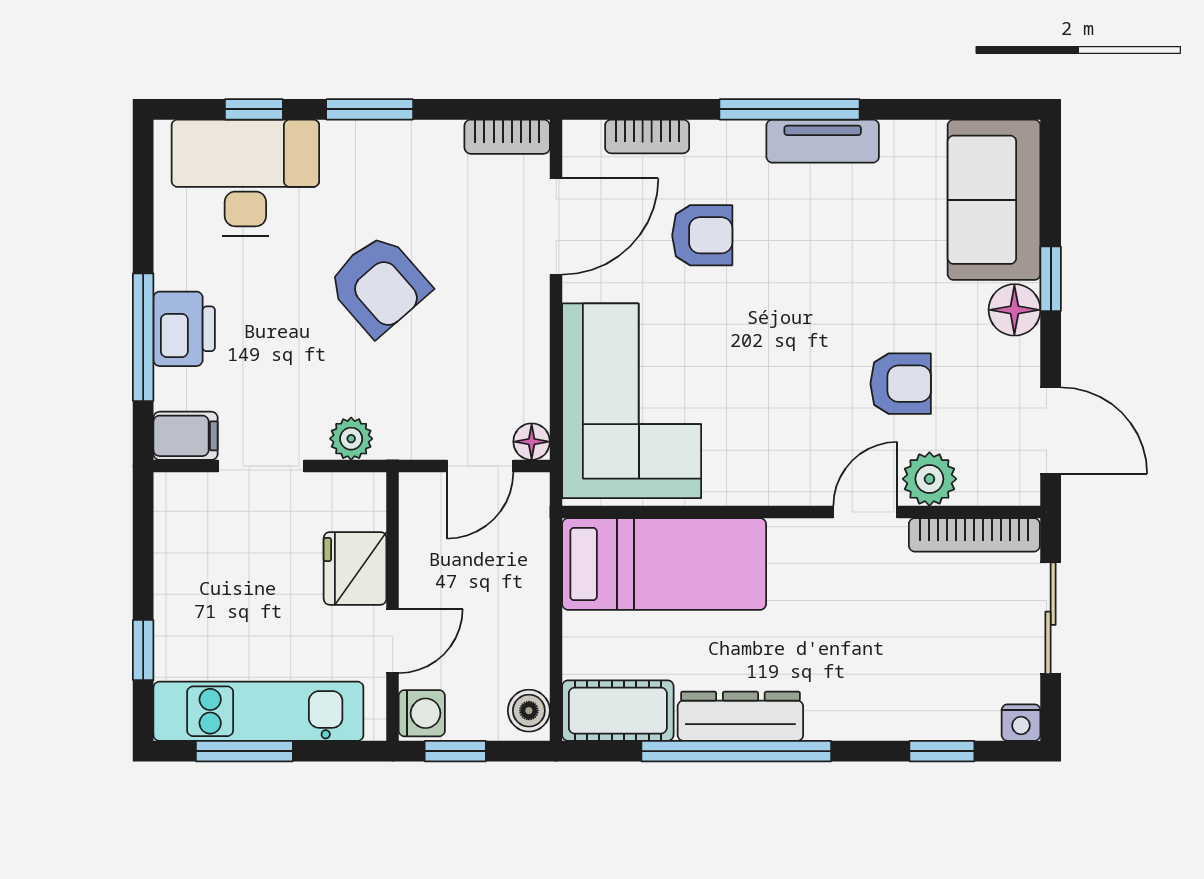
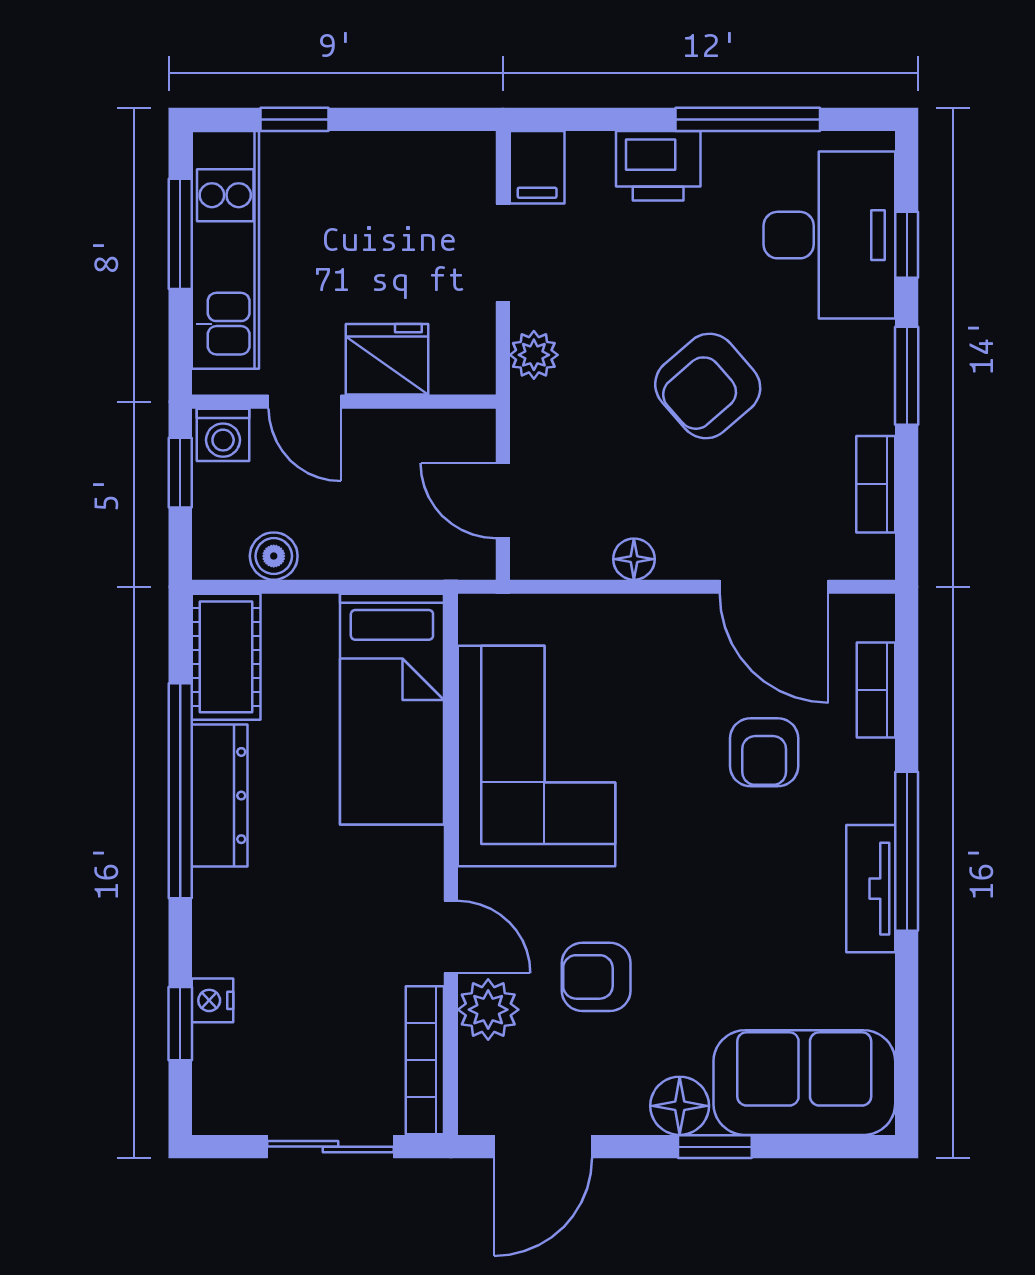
bookcase: (507, 137) -> (876, 484), moved
window: (143, 337) -> (748, 119), moved
armchair: (901, 384) -> (596, 977), turned 90
corner sofa: (632, 401) -> (537, 756), moved, turned -90
floor lamp: (532, 442) -> (634, 559), moved
boiler: (529, 711) -> (274, 556), moved
nightstand: (1021, 723) -> (212, 1000), moved

